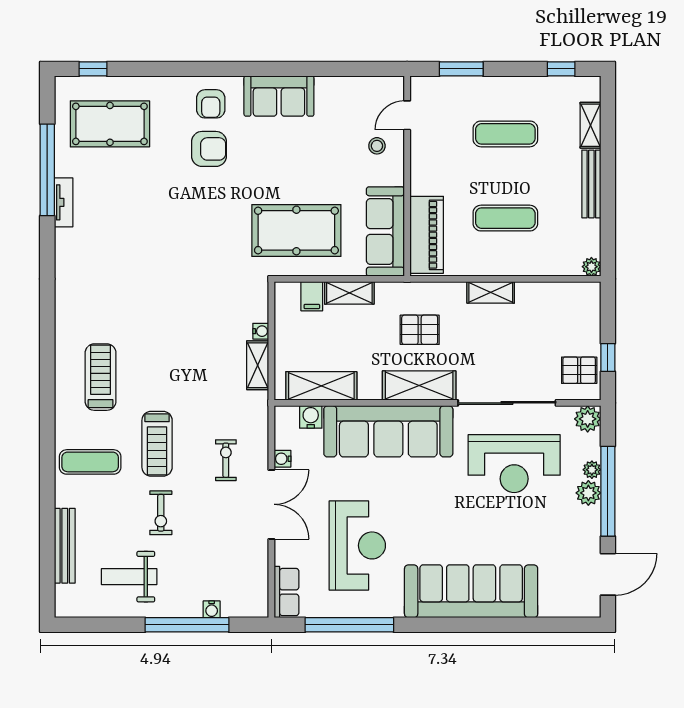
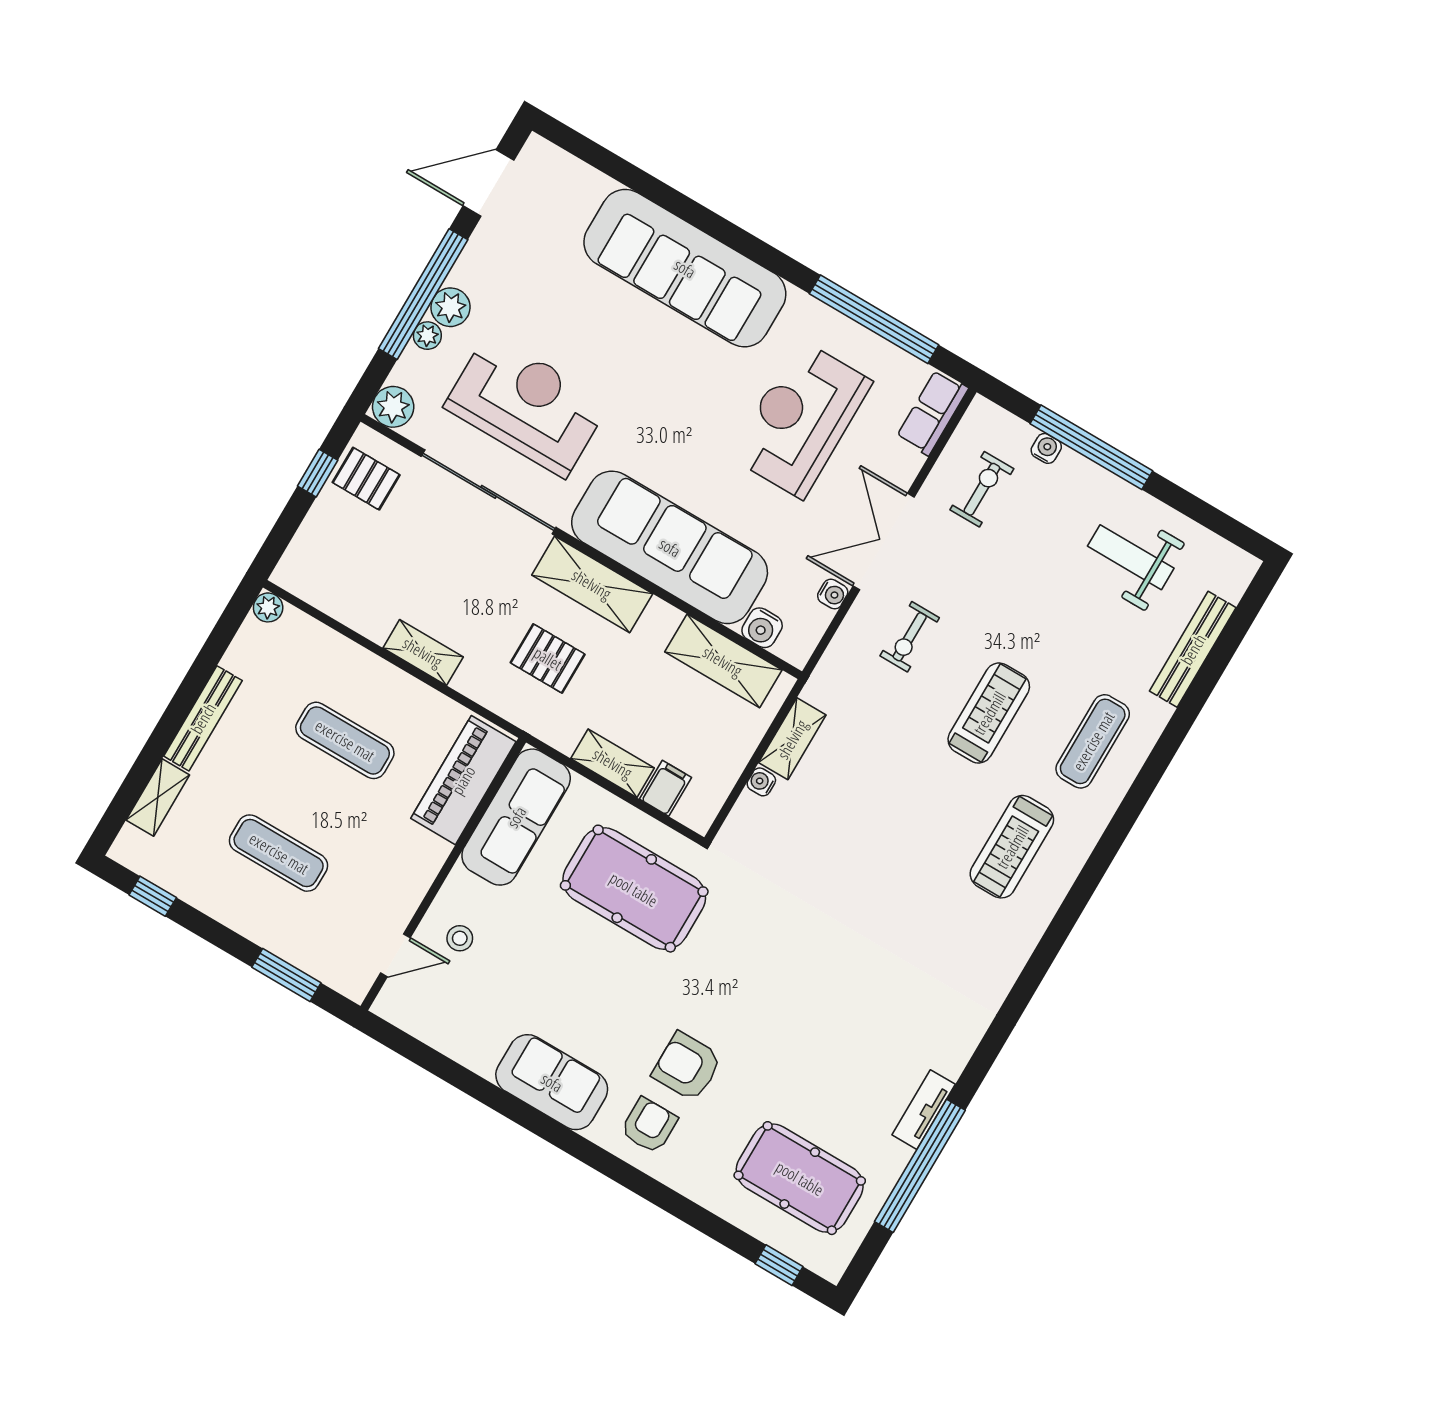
exercise mat: (90, 462) -> (1093, 741), turned 90
exercise bike: (161, 513) -> (982, 489), moved
weight bench: (129, 577) -> (1131, 557), turned 180

